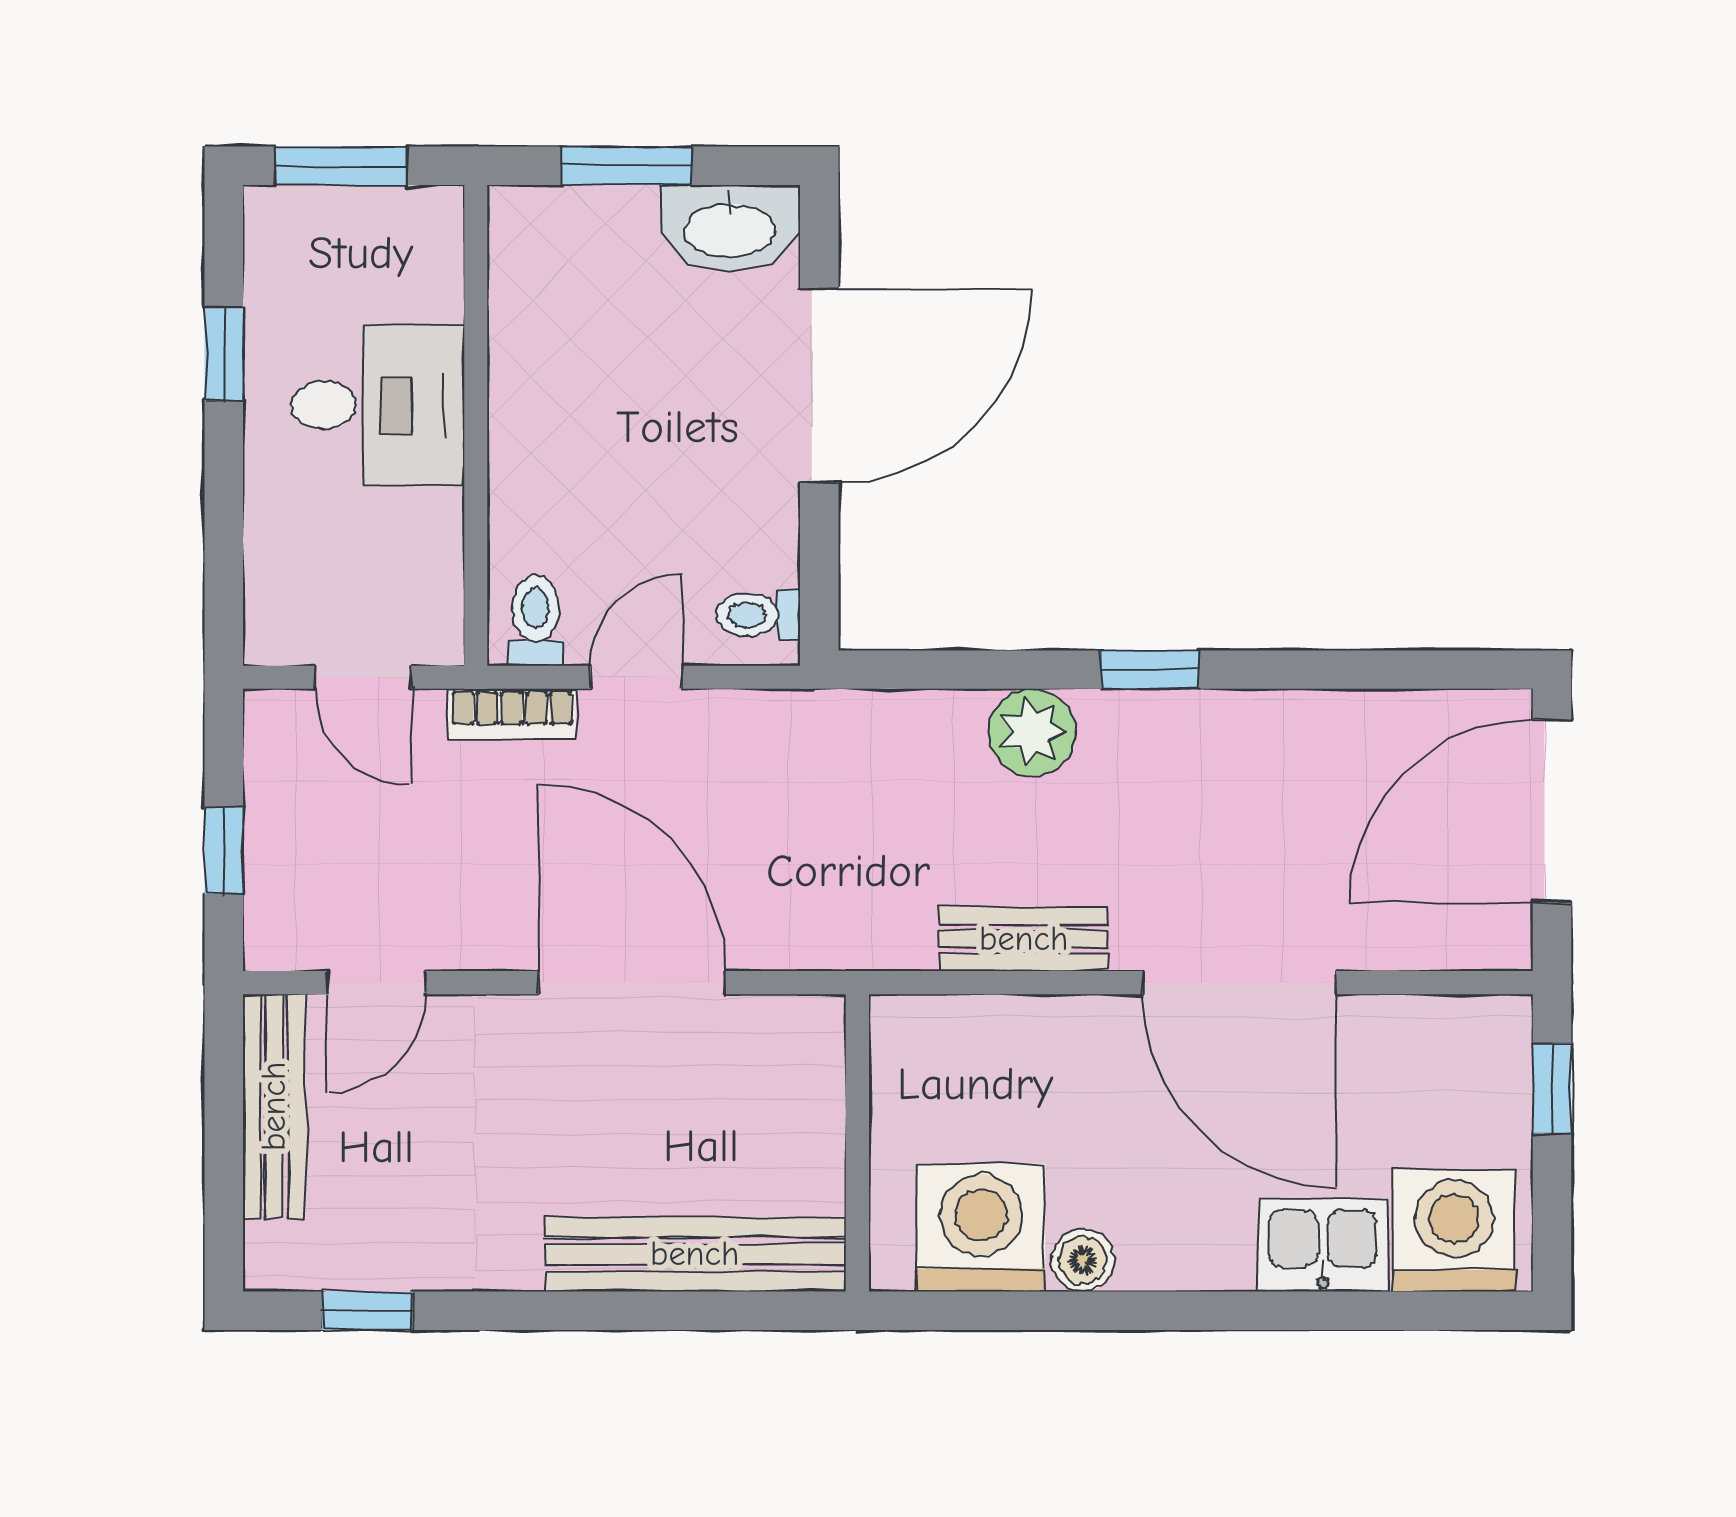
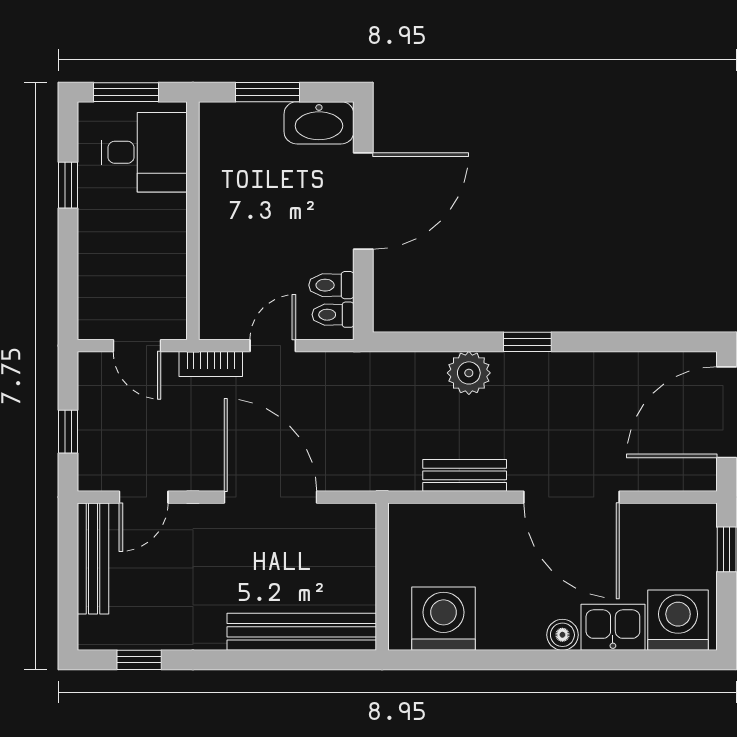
desk: (378, 405) -> (144, 152), moved
toilet: (536, 621) -> (331, 285), moved, turned -90
boiler: (1083, 1260) -> (562, 635), moved

